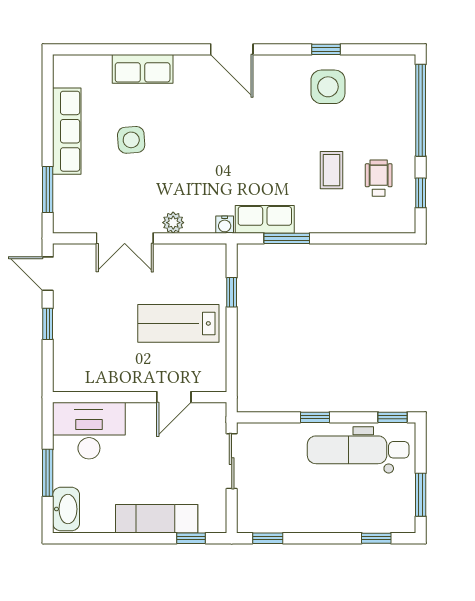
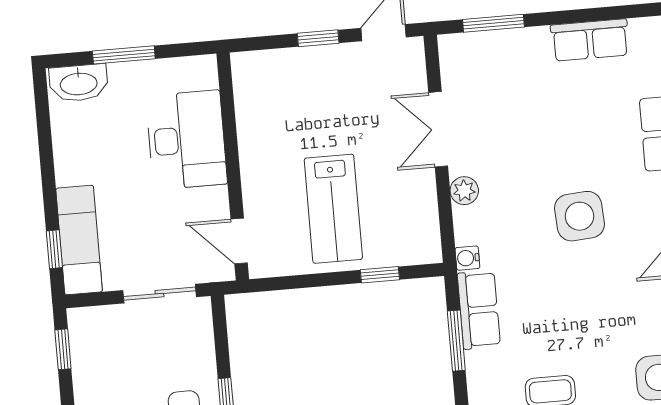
row of seats: (67, 131) -> (590, 40), width x0.68
side table: (131, 140) -> (579, 216), moved, width x1.37, depth x1.37
lab bench: (178, 323) -> (333, 209), turned 180
door: (174, 397) -> (239, 241), moved
desk: (89, 431) -> (186, 140), moved
exam couch: (157, 519) -> (79, 240), moved

